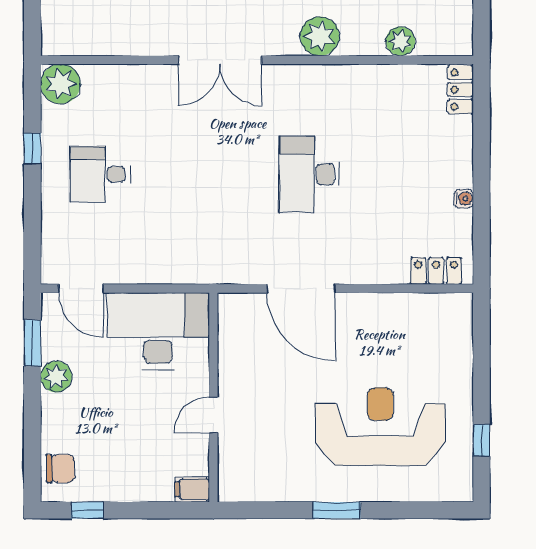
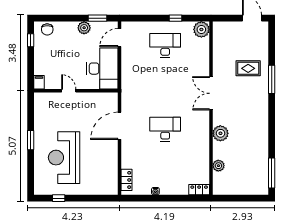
desk: (100, 174) -> (165, 45), width x1.37
reception desk: (380, 427) -> (64, 158), turned 180

